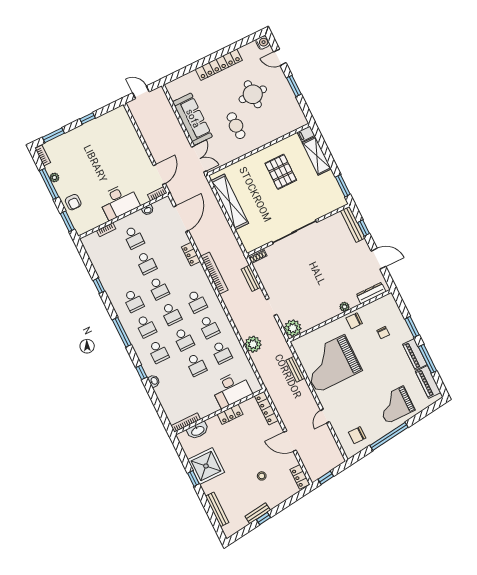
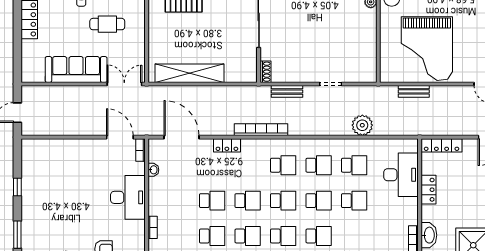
school desk: (134, 237) -> (212, 236), moved
plant: (293, 328) -> (366, 72), removed

